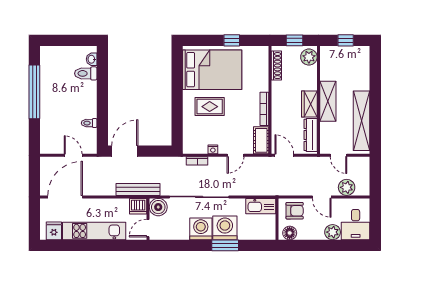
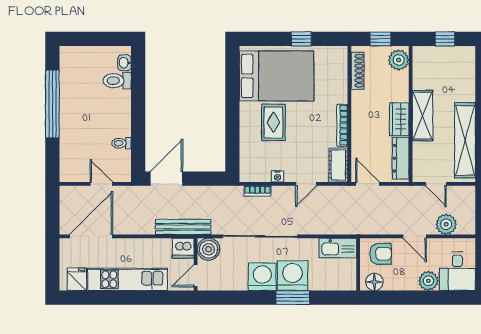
rug: (210, 107) -> (273, 122), turned 90

